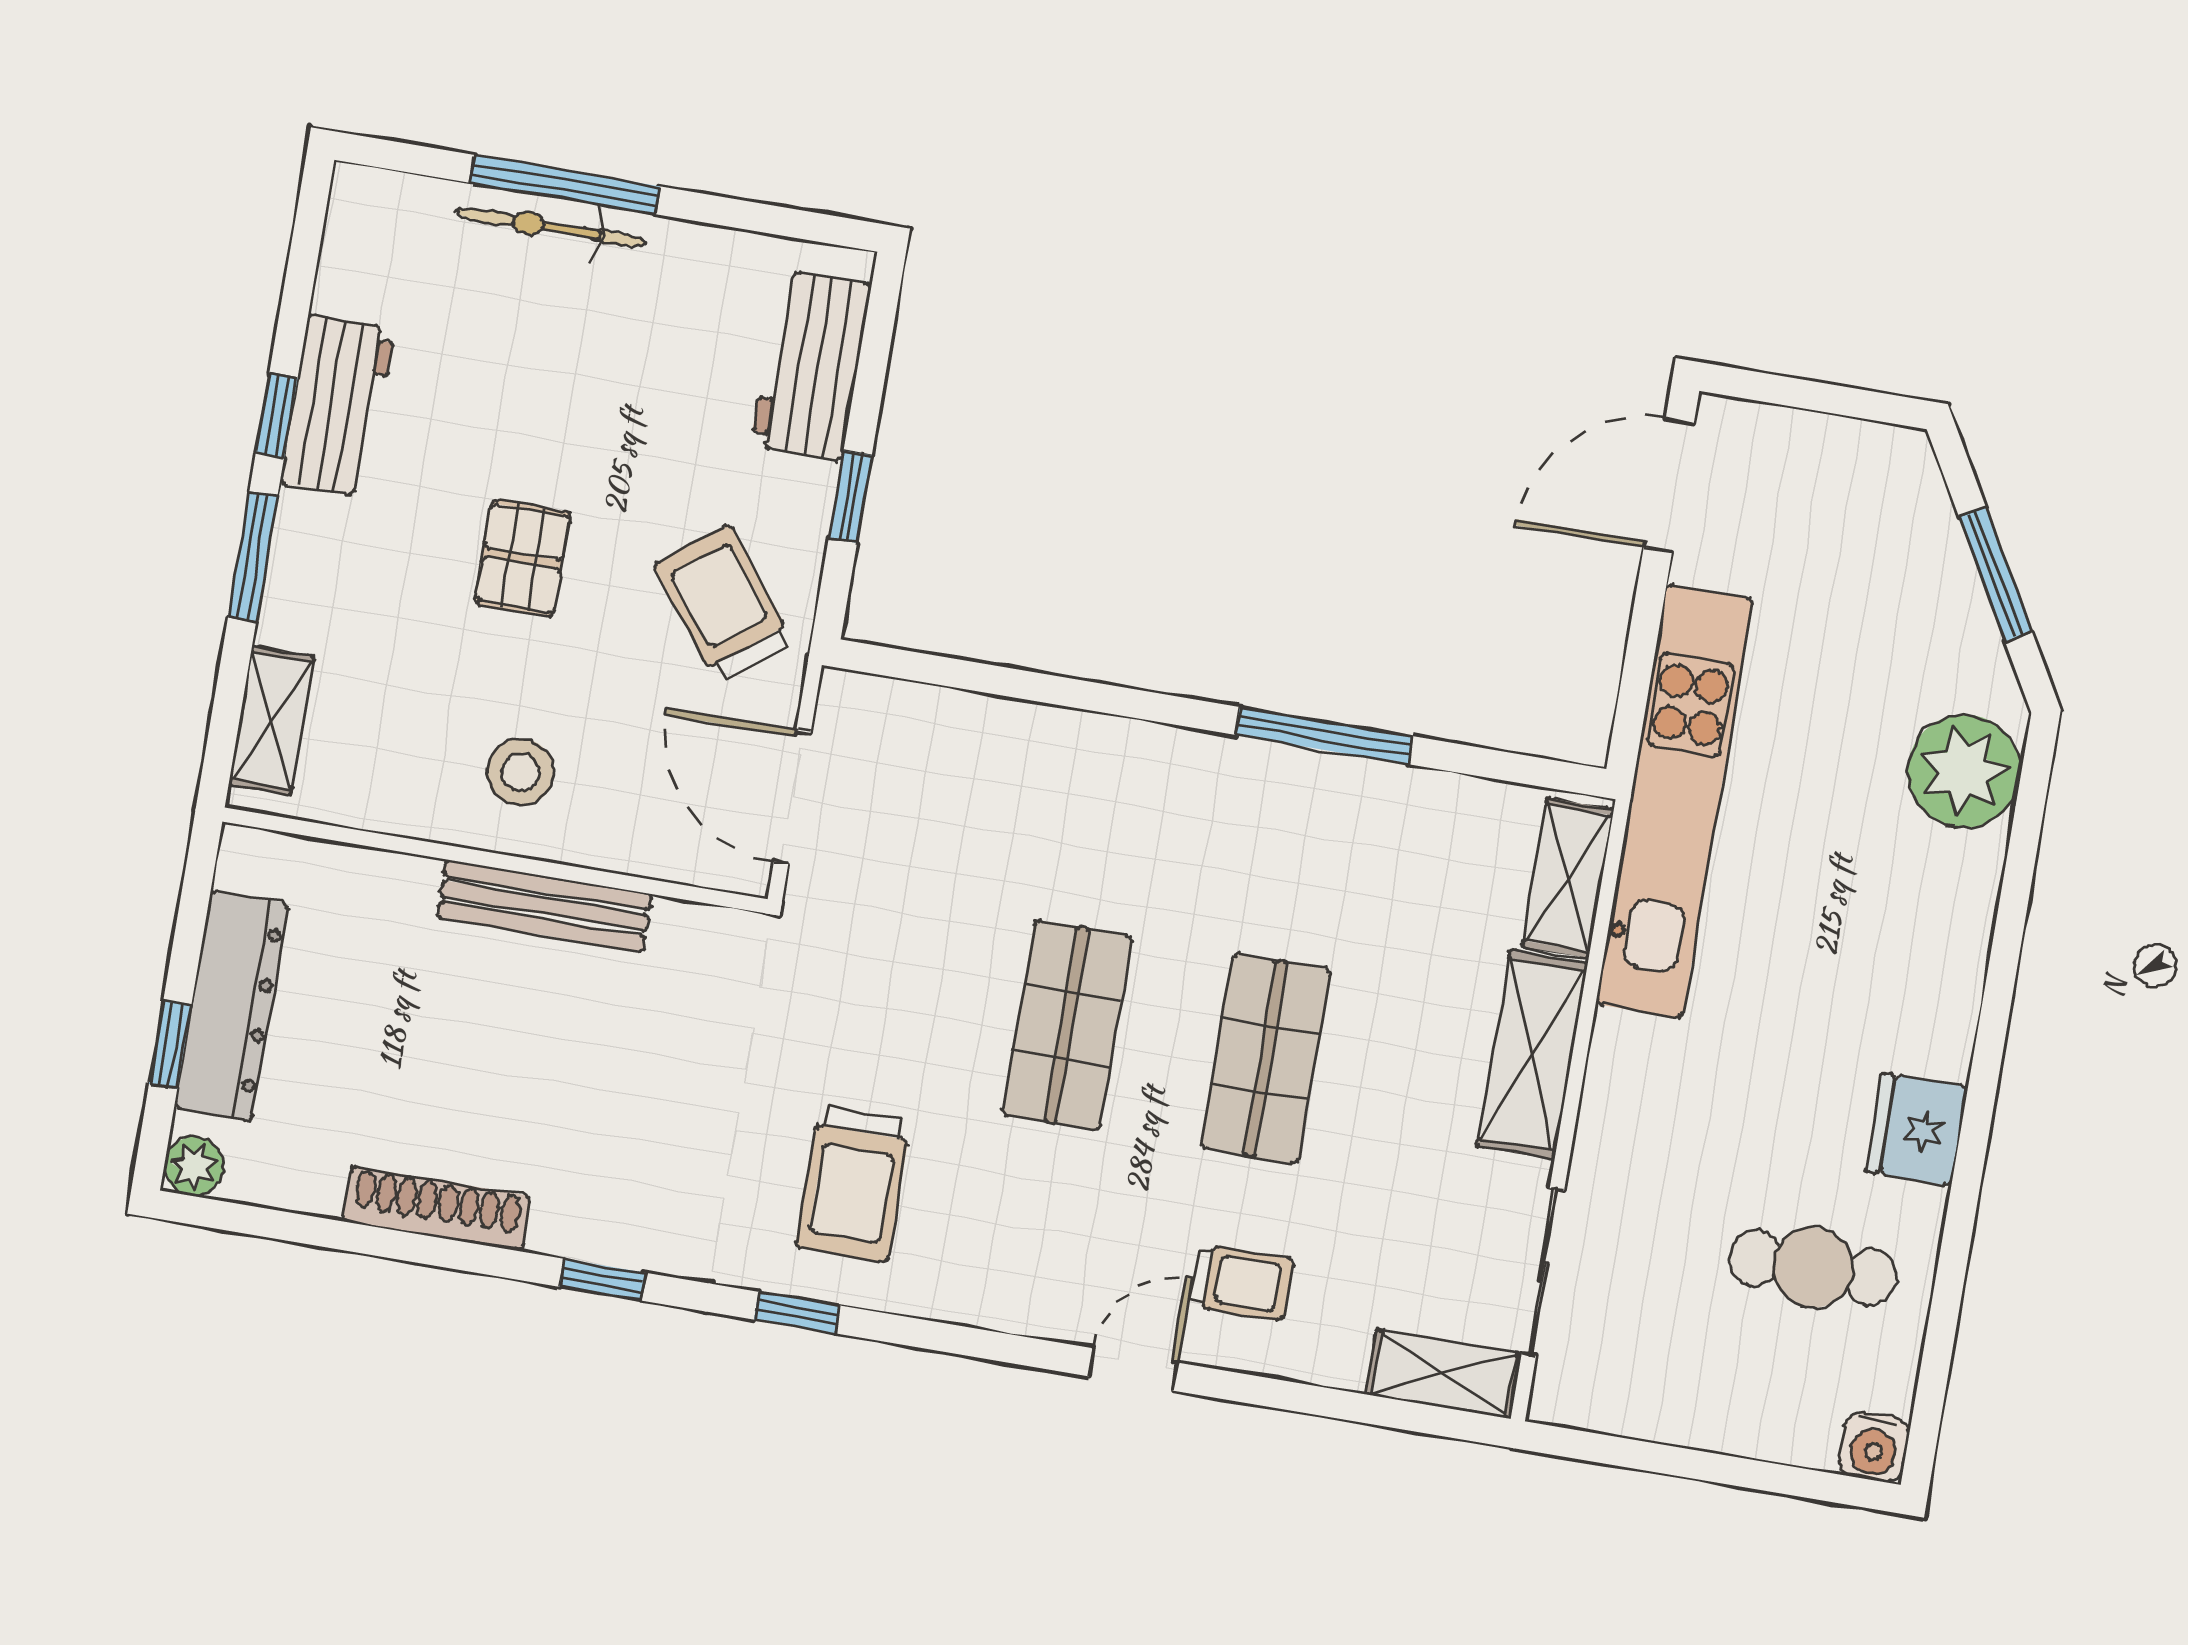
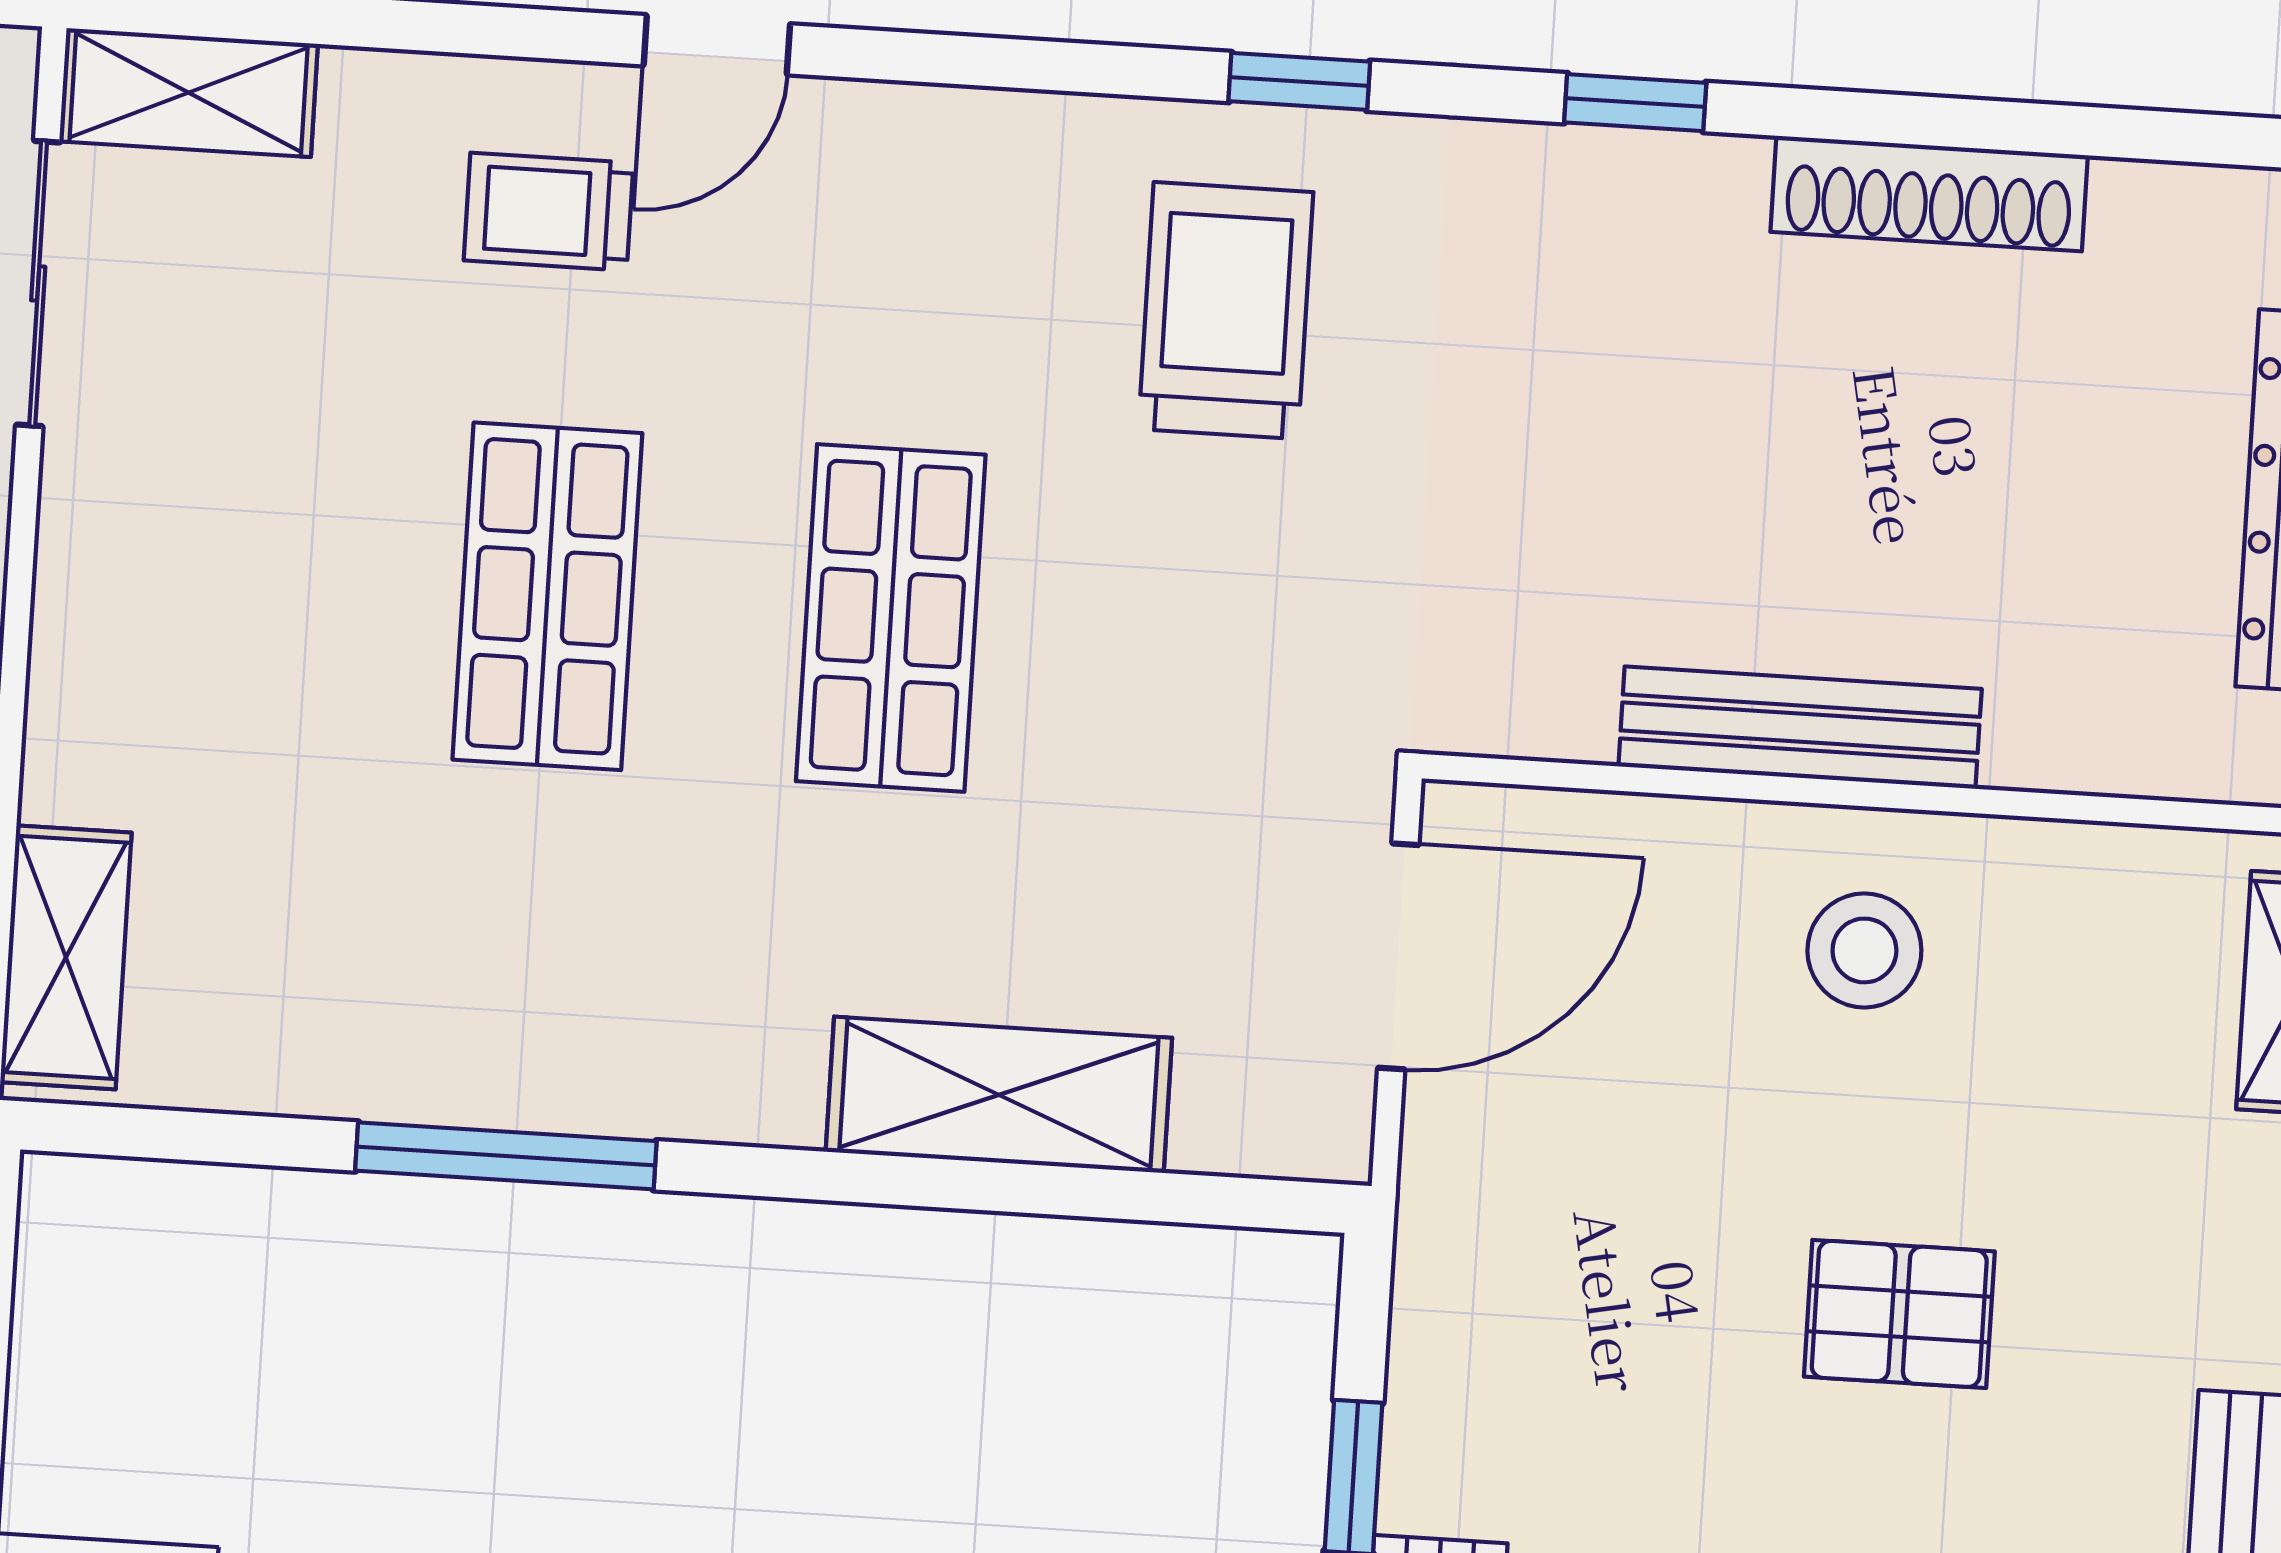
pallet: (523, 558) -> (1899, 1314), turned 90
trolley: (724, 604) -> (1549, 1272), removed
door: (792, 797) -> (1398, 956), hinge flipped
shelving: (1532, 1055) -> (999, 1095), moved, turned 90

